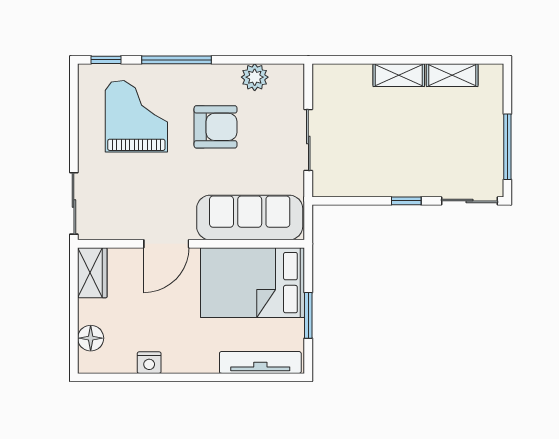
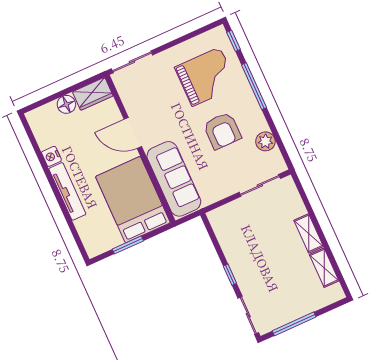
sliding door: (308, 140) -> (260, 185), moved
floor lamp: (91, 338) -> (66, 104), moved
tv unit: (260, 362) -> (67, 191), moved

